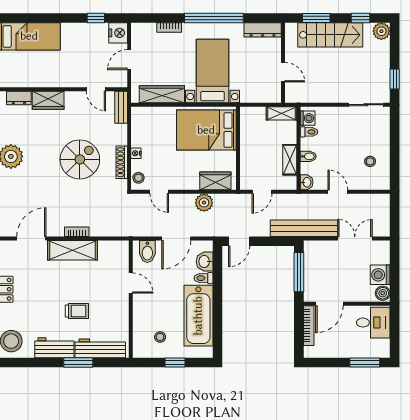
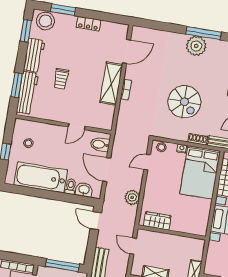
bed: (206, 130) -> (200, 172), moved, turned 180
shoe rack: (122, 162) -> (198, 139), moved, width x0.70
wardrobe: (215, 181) -> (157, 221), moved, turned -90
door: (31, 238) -> (127, 51), hinge flipped
window: (27, 362) -> (26, 31), added
window: (78, 362) -> (17, 85), moved

